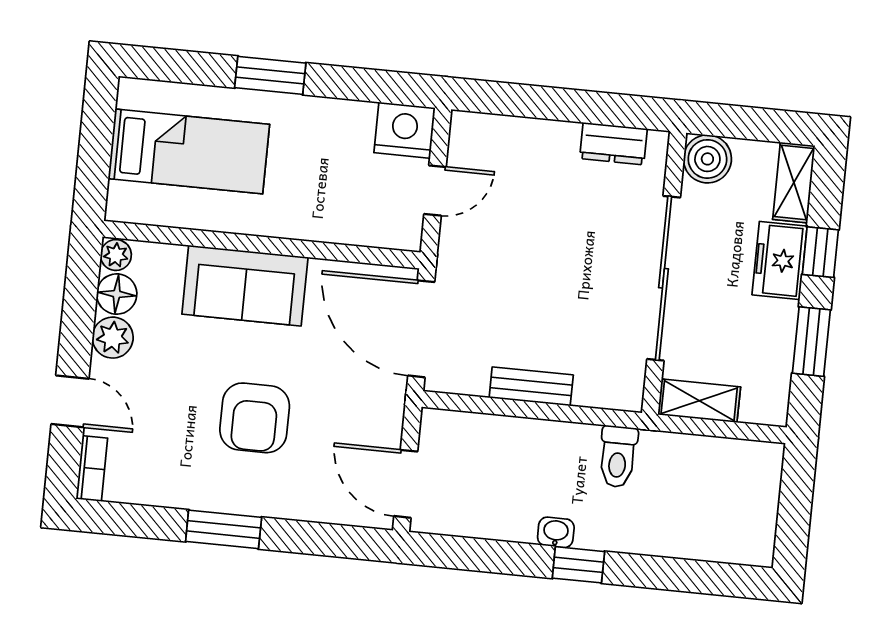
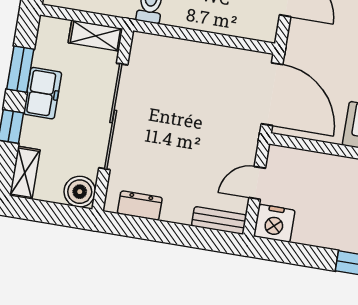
freezer: (780, 260) -> (42, 93), moved
bench: (531, 386) -> (219, 221), moved

